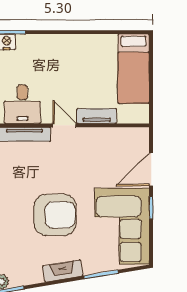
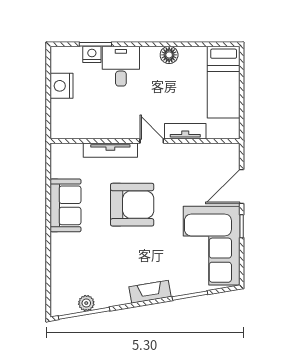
floor lamp: (81, 42) -> (169, 55), added
desk: (22, 104) -> (121, 66), moved, turned 180
armchair: (55, 215) -> (132, 205), moved

